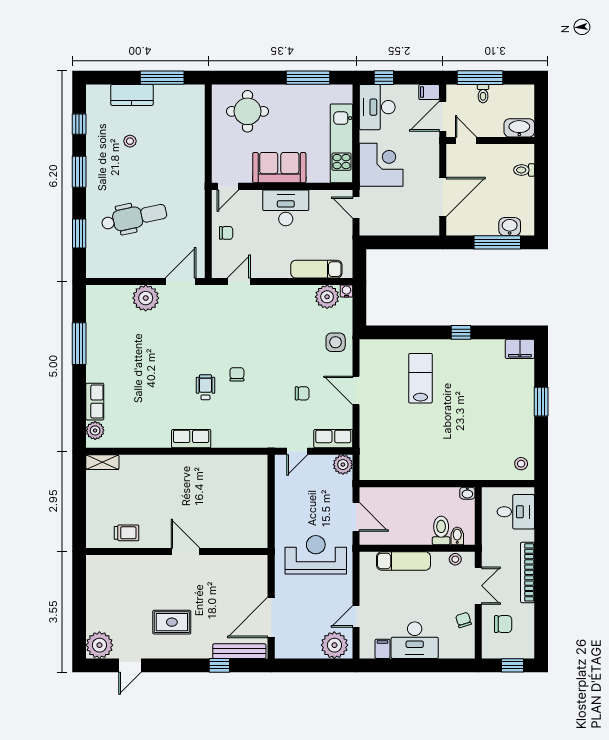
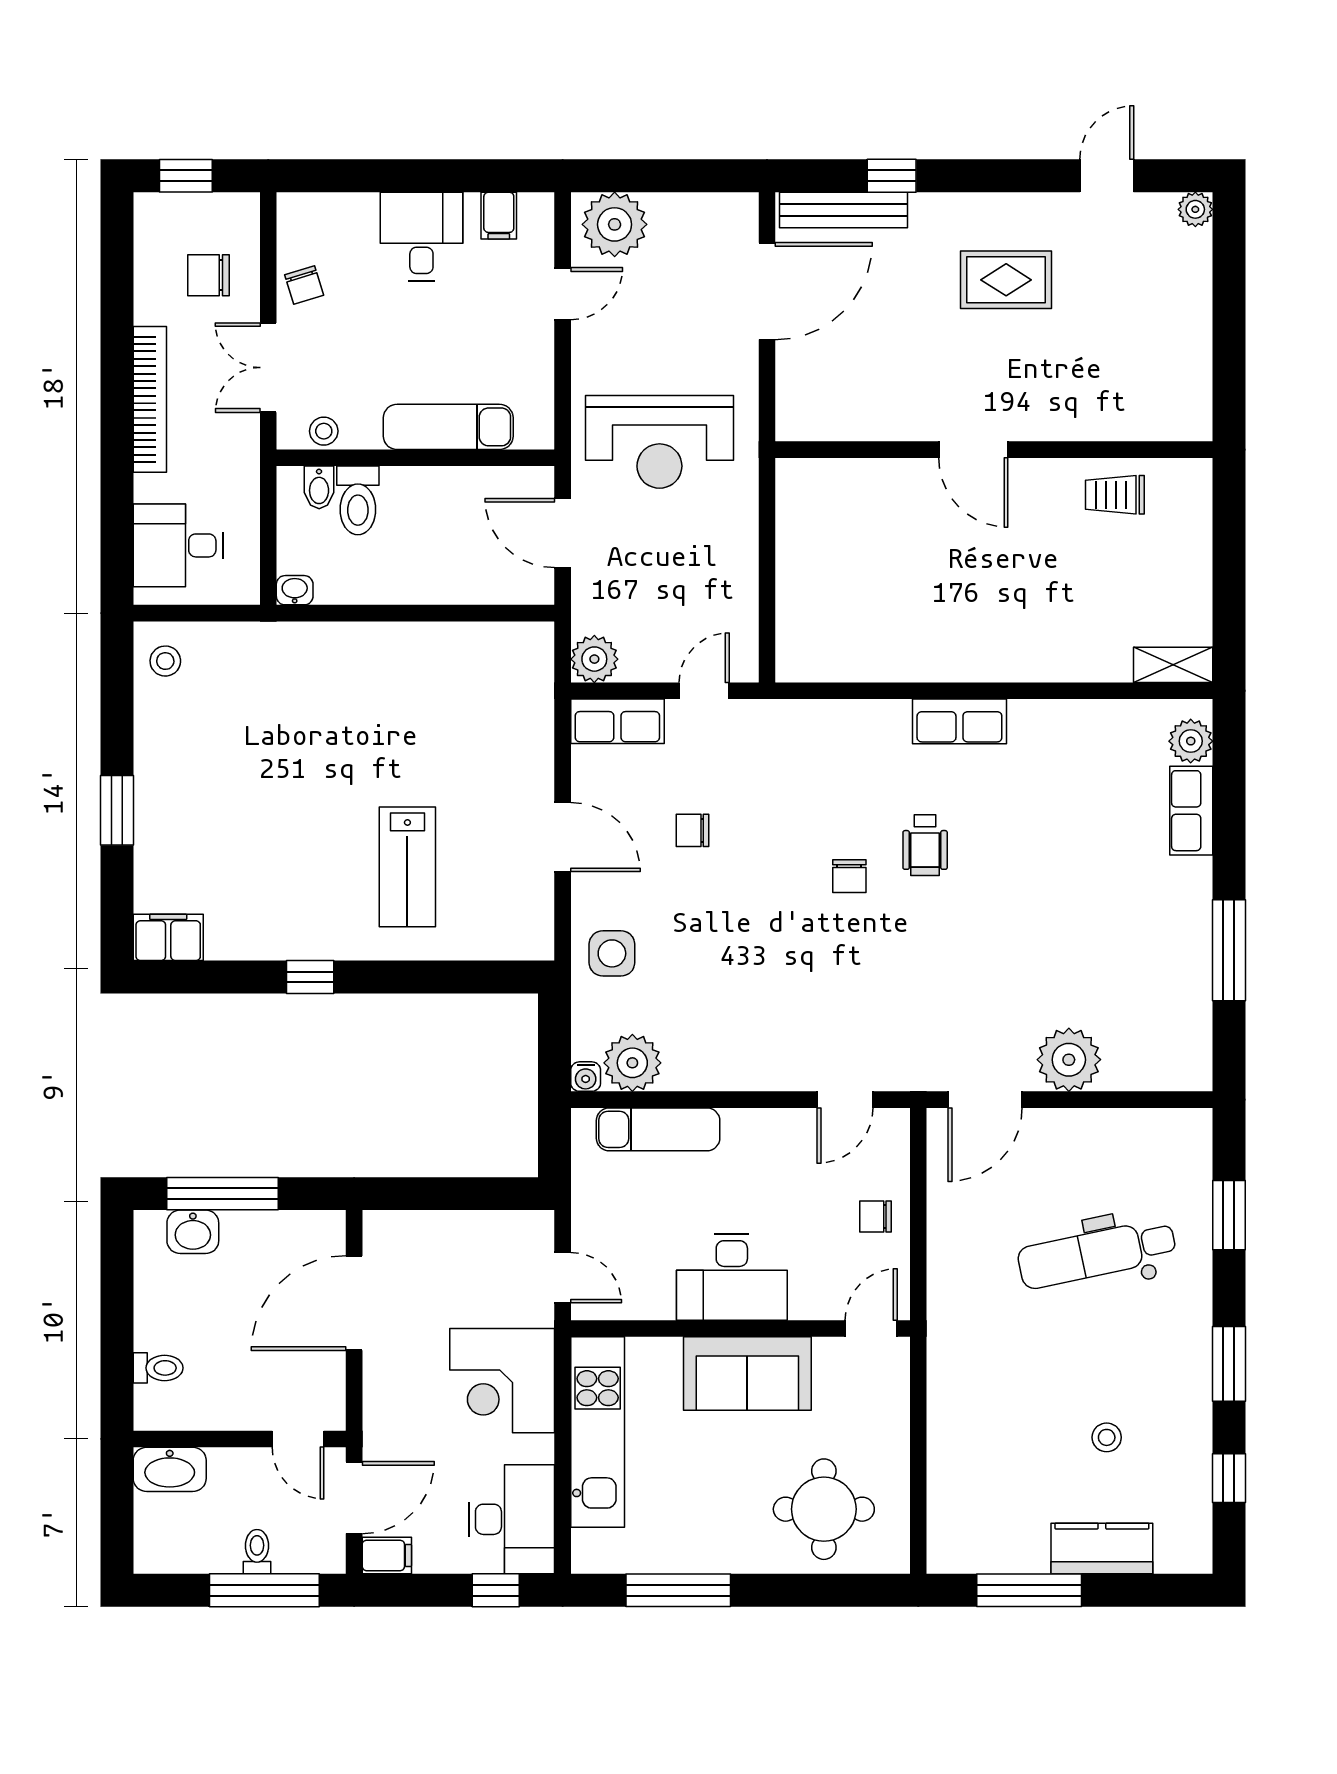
desk: (415, 640) -> (421, 236), width x0.73
plant: (99, 645) -> (1195, 209), width x0.53, depth x0.53

